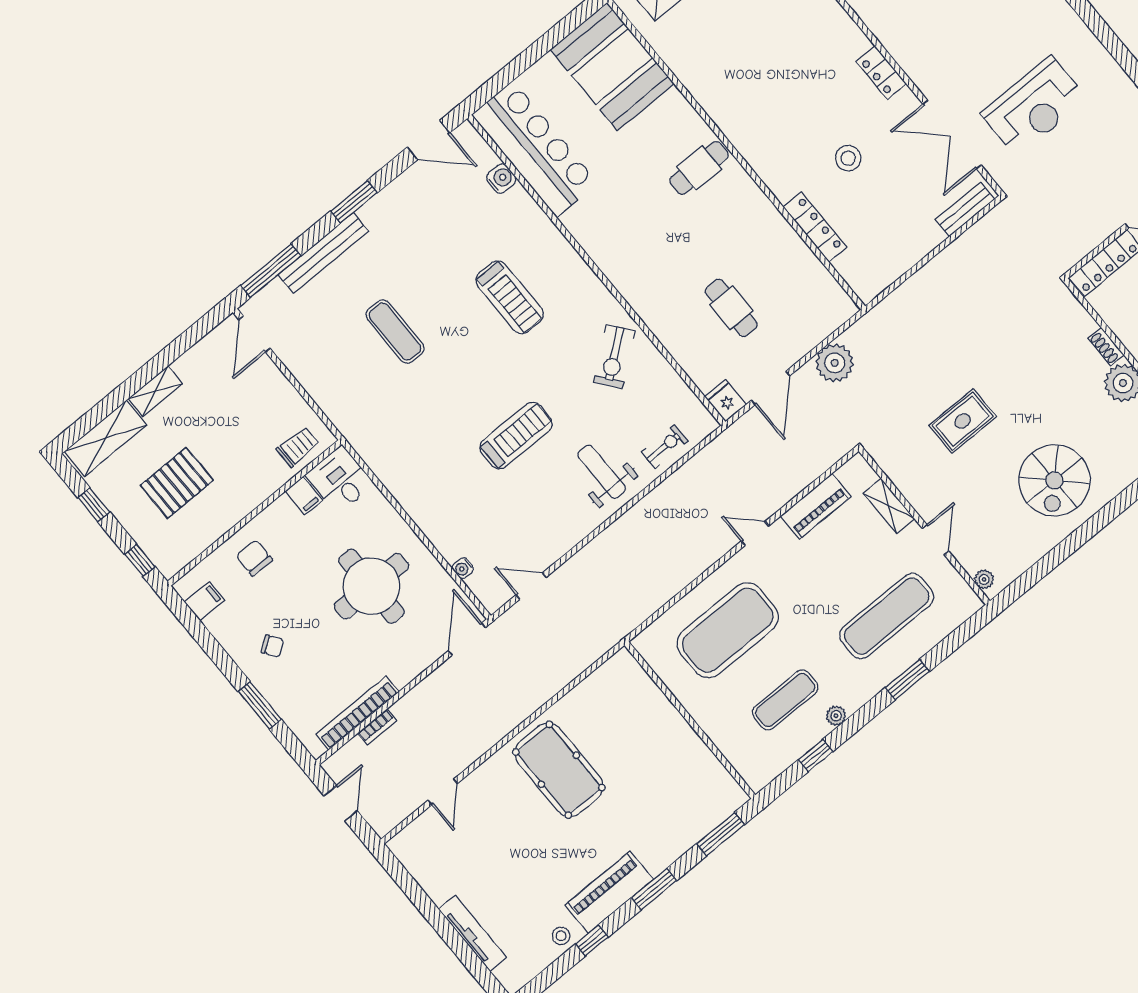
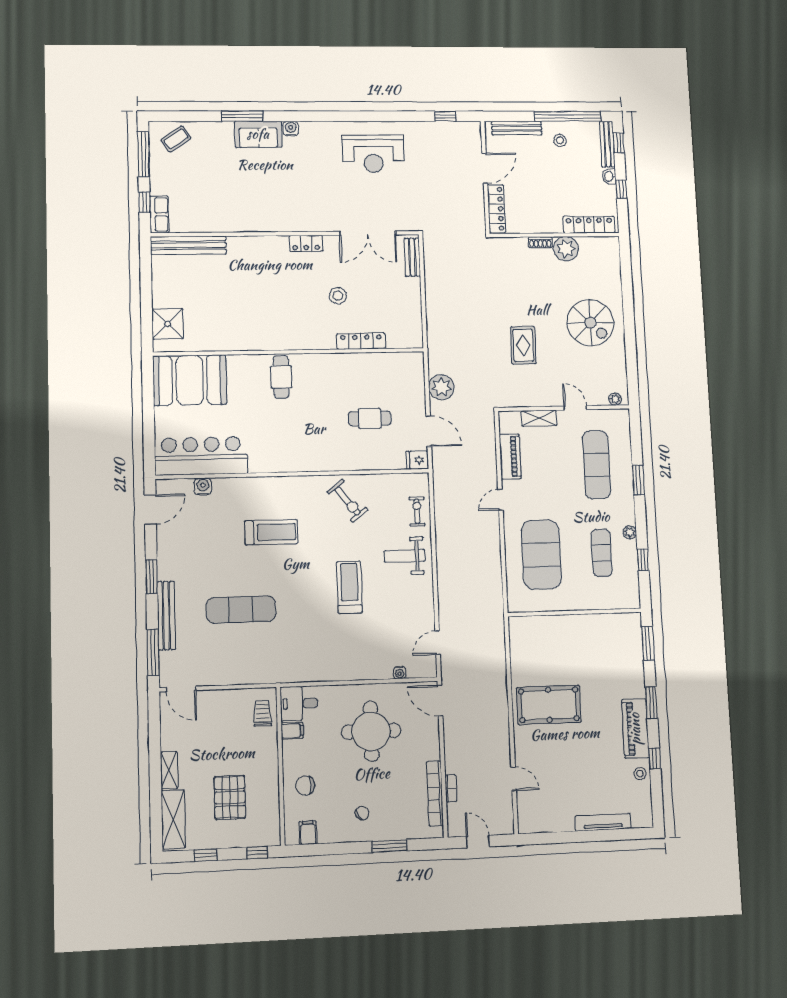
reception desk: (1034, 106) -> (373, 154), moved, turned 90
exercise mat: (395, 332) -> (241, 610), width x1.36, depth x1.45

